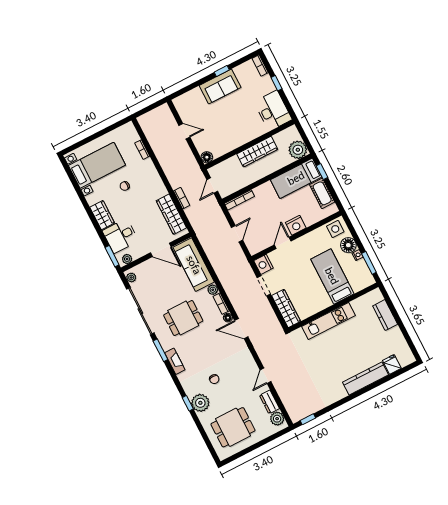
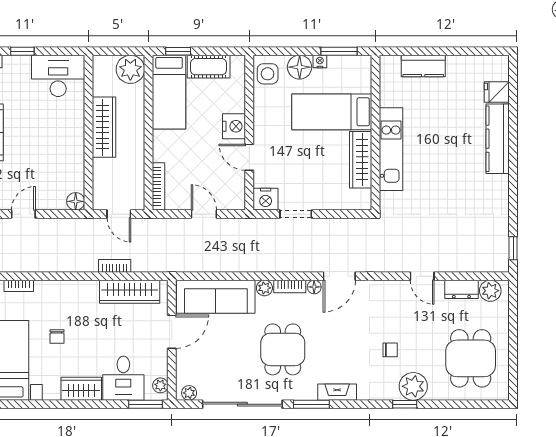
wardrobe: (286, 308) -> (361, 160), moved, turned -90

